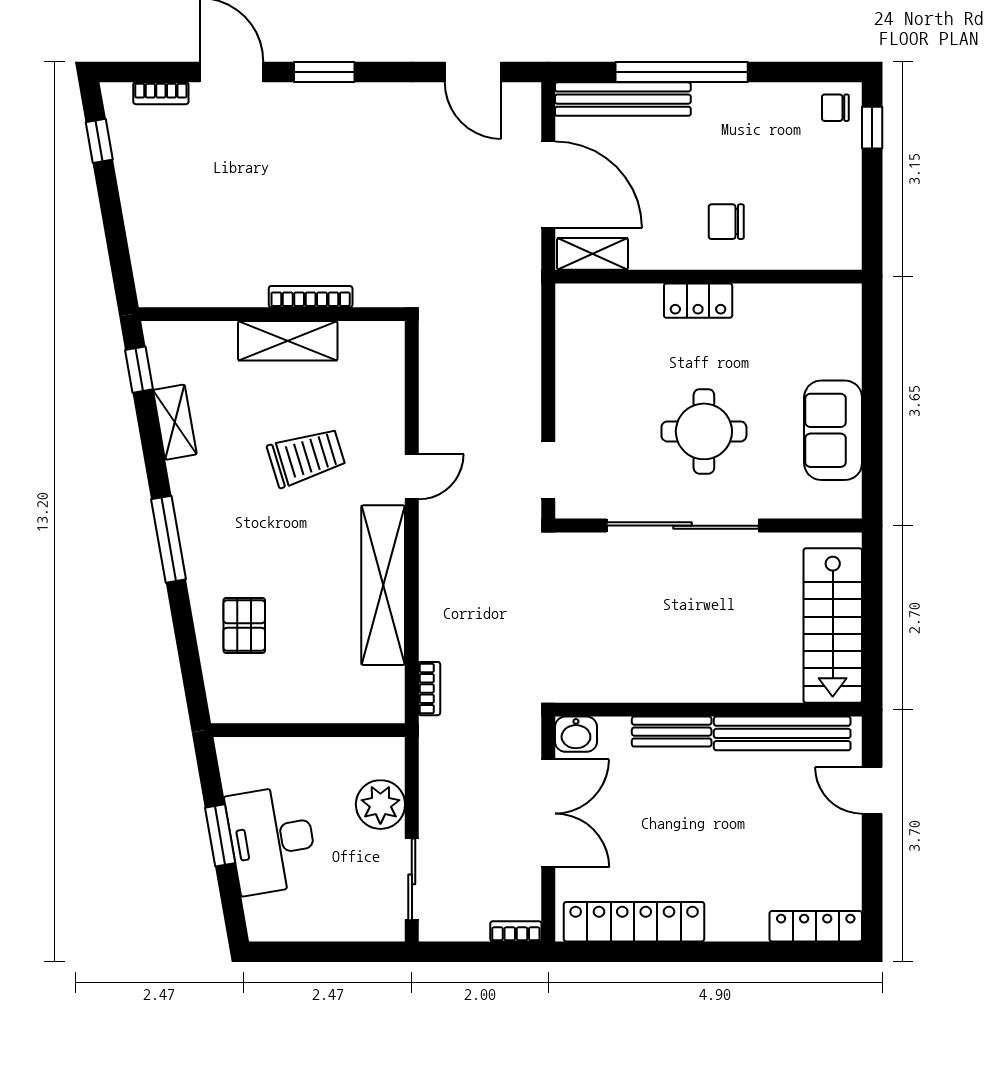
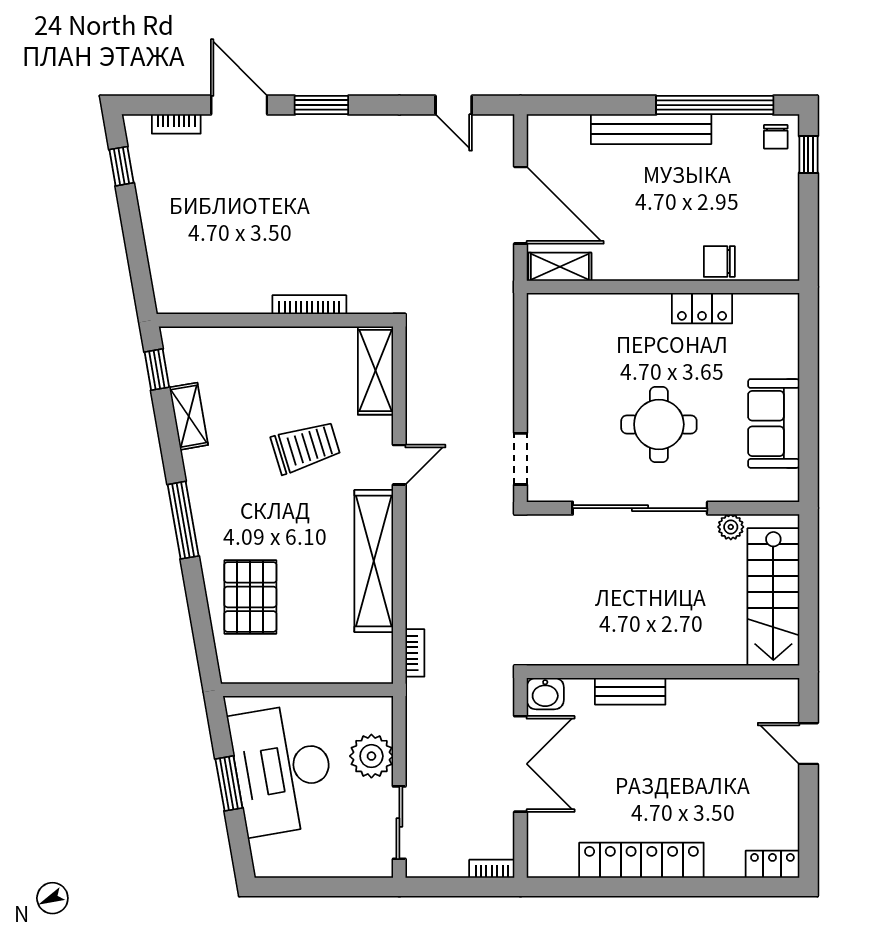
door: (473, 72) -> (454, 105), width x0.73
window: (682, 72) -> (715, 105), moved
bench: (623, 99) -> (651, 129), moved
chair: (835, 108) -> (776, 137), turned -90
chair: (726, 222) -> (719, 261), moved
locker: (698, 301) -> (702, 308), moved
shelving: (288, 341) -> (376, 370), moved, turned 90
plant: (785, 547) -> (731, 527), added
pallet: (244, 626) -> (250, 597), width x1.50, depth x1.42
bench: (782, 733) -> (729, 693), removed
desk: (272, 840) -> (283, 769), width x1.36, depth x1.30
locker: (634, 922) -> (641, 860), moved
locker: (816, 926) -> (772, 864), width x0.66

